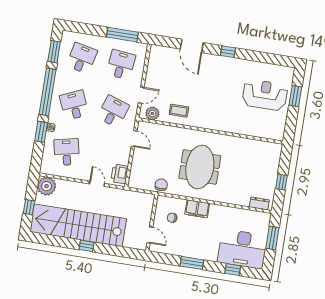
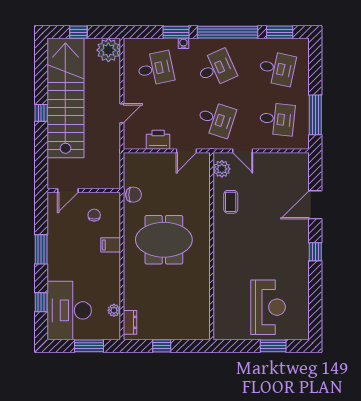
printer: (120, 174) -> (158, 140), moved
filing cabinet: (197, 209) -> (111, 245), width x0.50
plant: (248, 214) -> (114, 310), added

